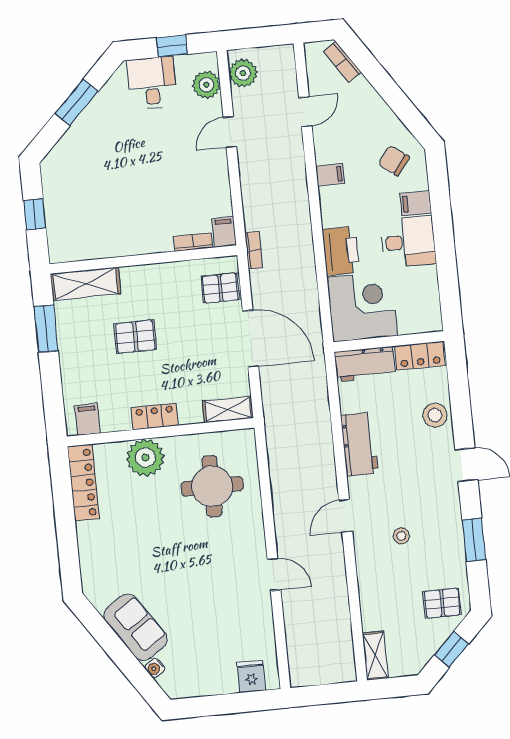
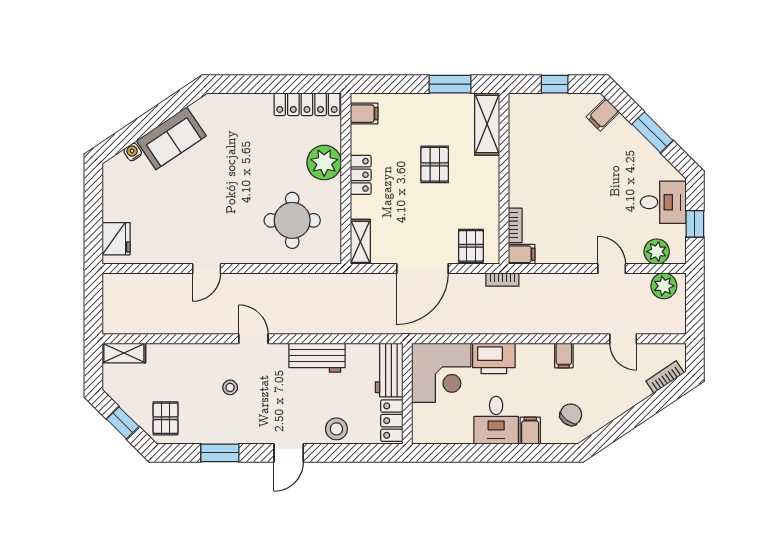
filing cabinet: (63, 158) -> (603, 115), added
fridge: (251, 677) -> (116, 239), width x1.38

